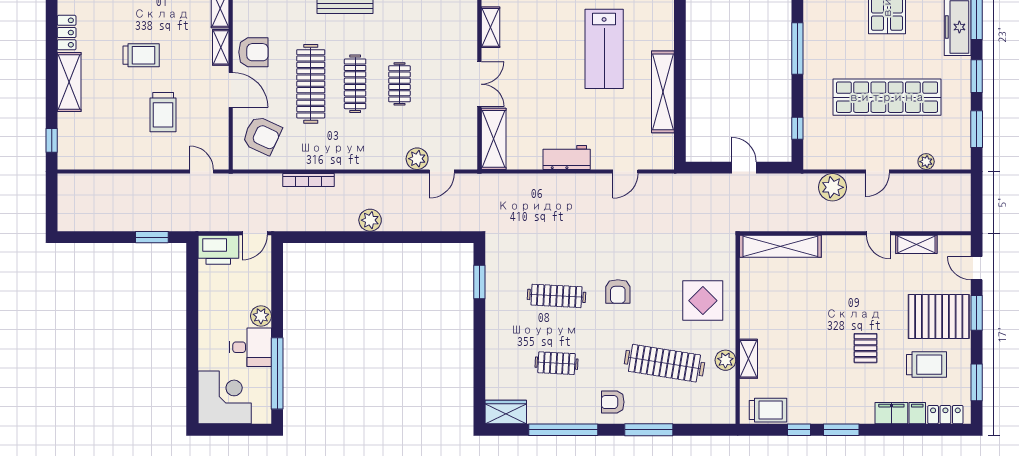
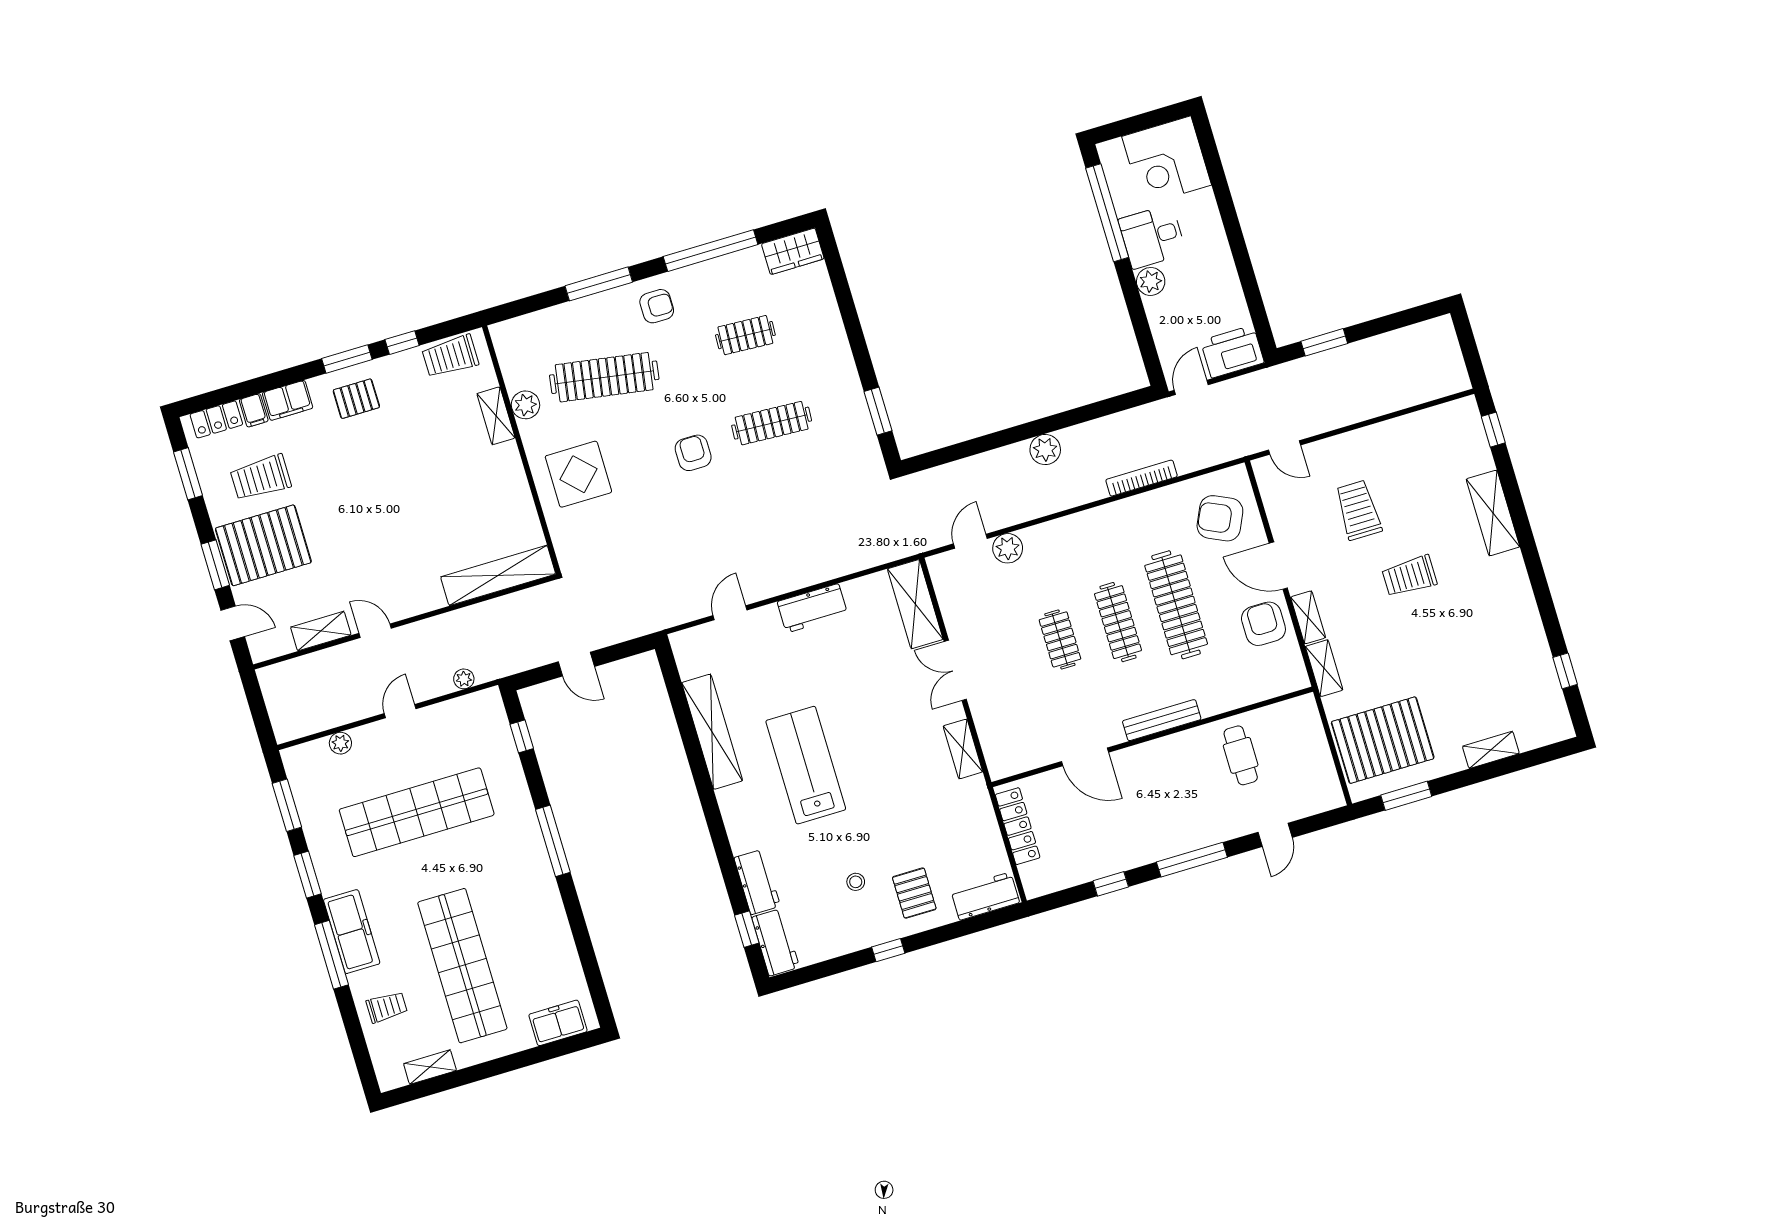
locker: (67, 33) -> (1516, 577), removed
armchair: (253, 52) -> (1263, 624), turned 90
plant: (832, 187) -> (464, 679), width x0.53, depth x0.53
pallet: (866, 348) -> (356, 399), moved, turned 90

